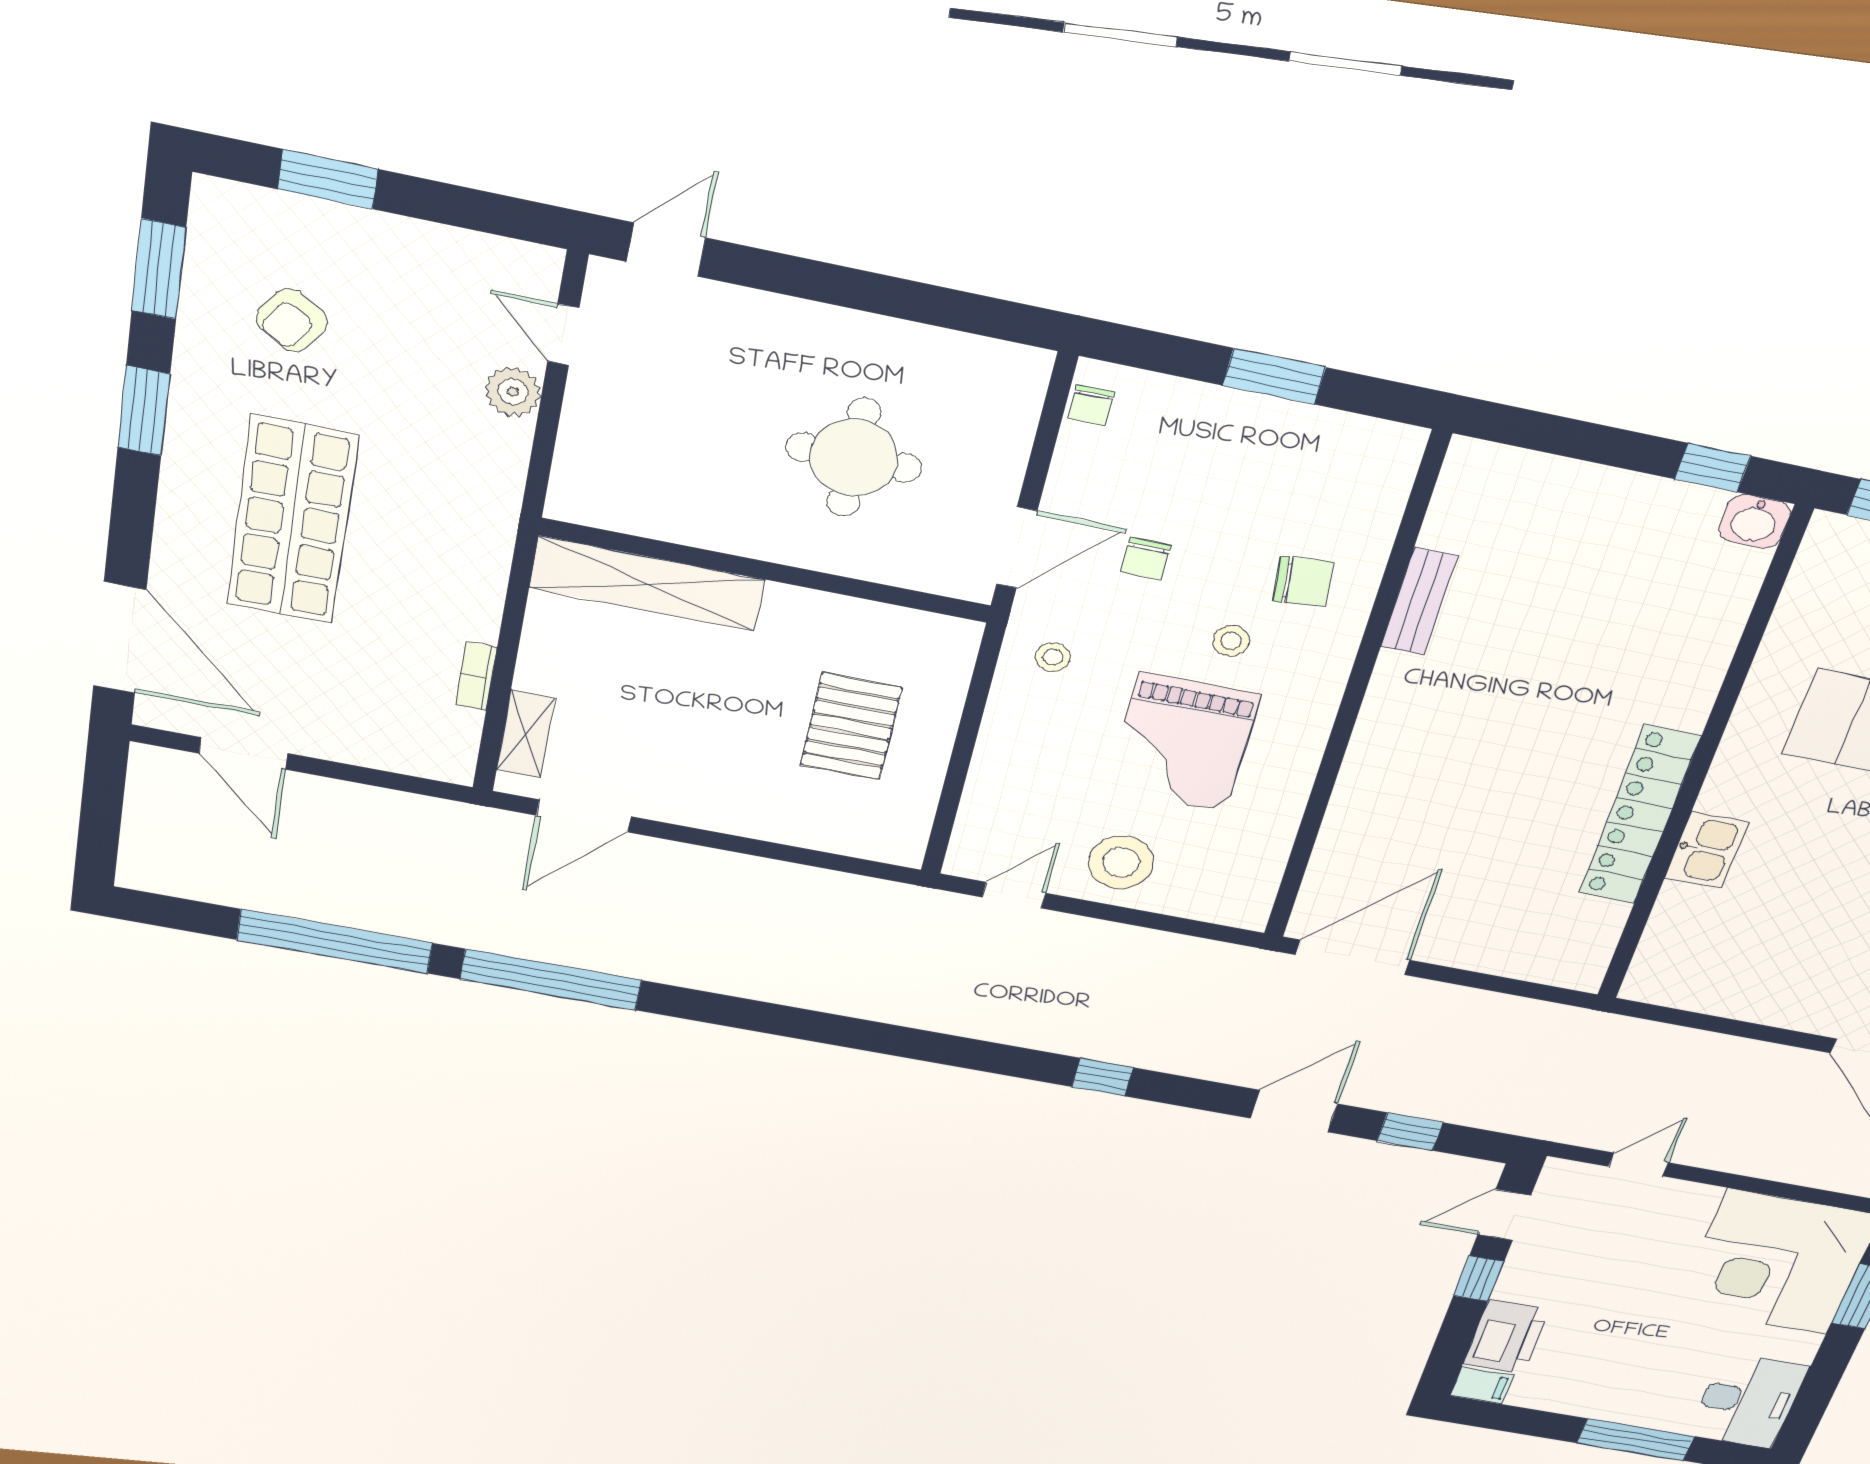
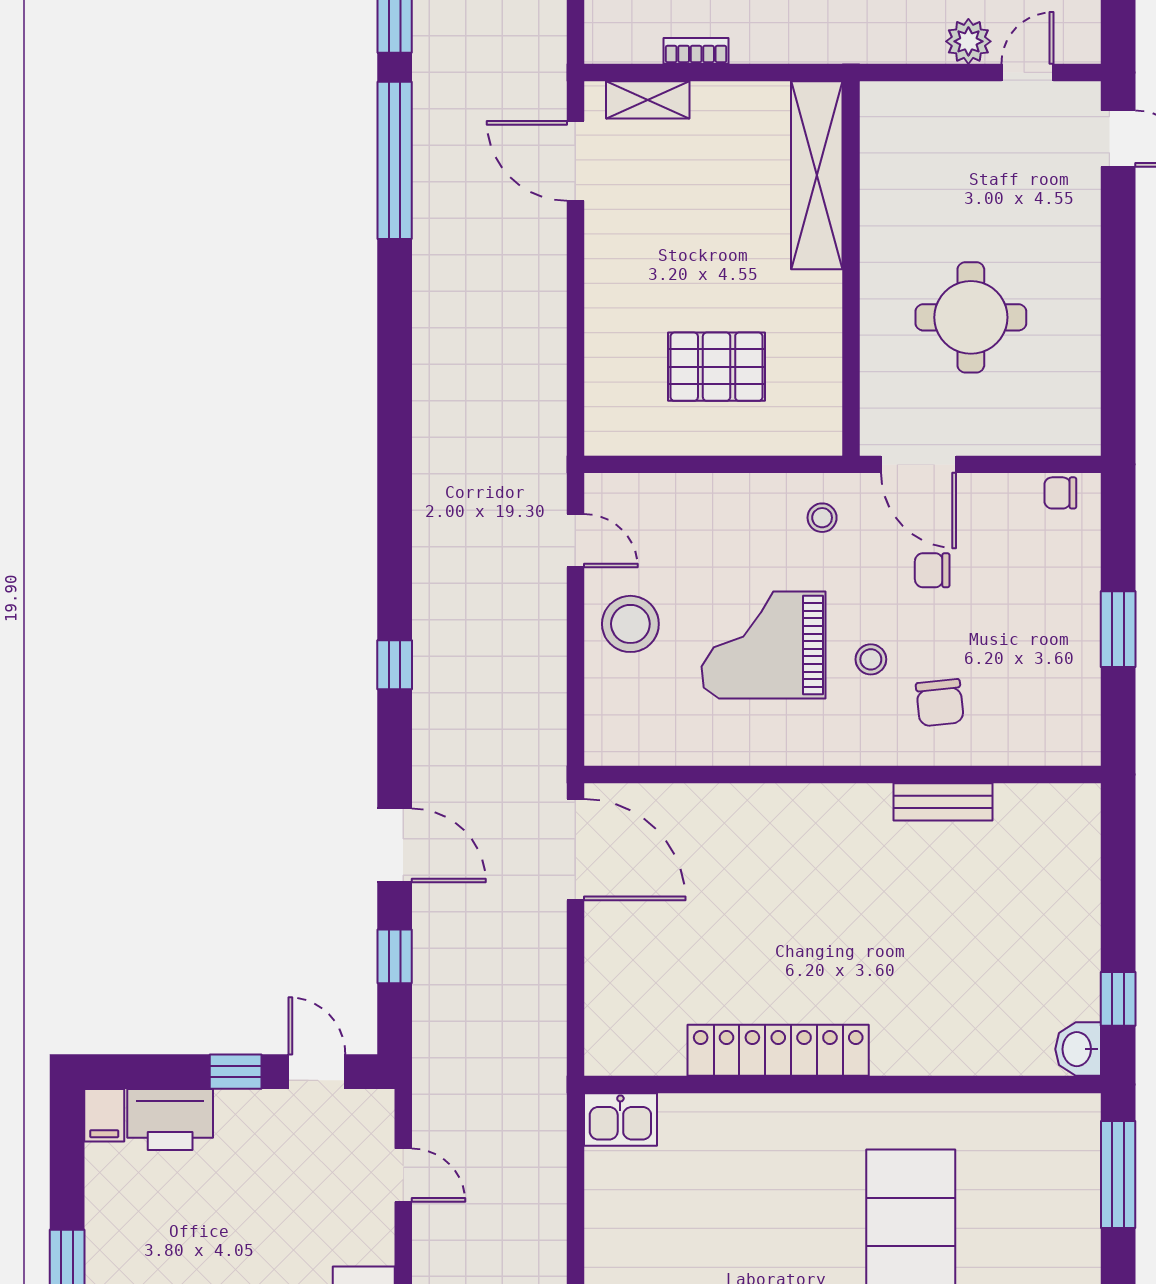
kitchen sink: (1707, 850) -> (620, 1120), moved

